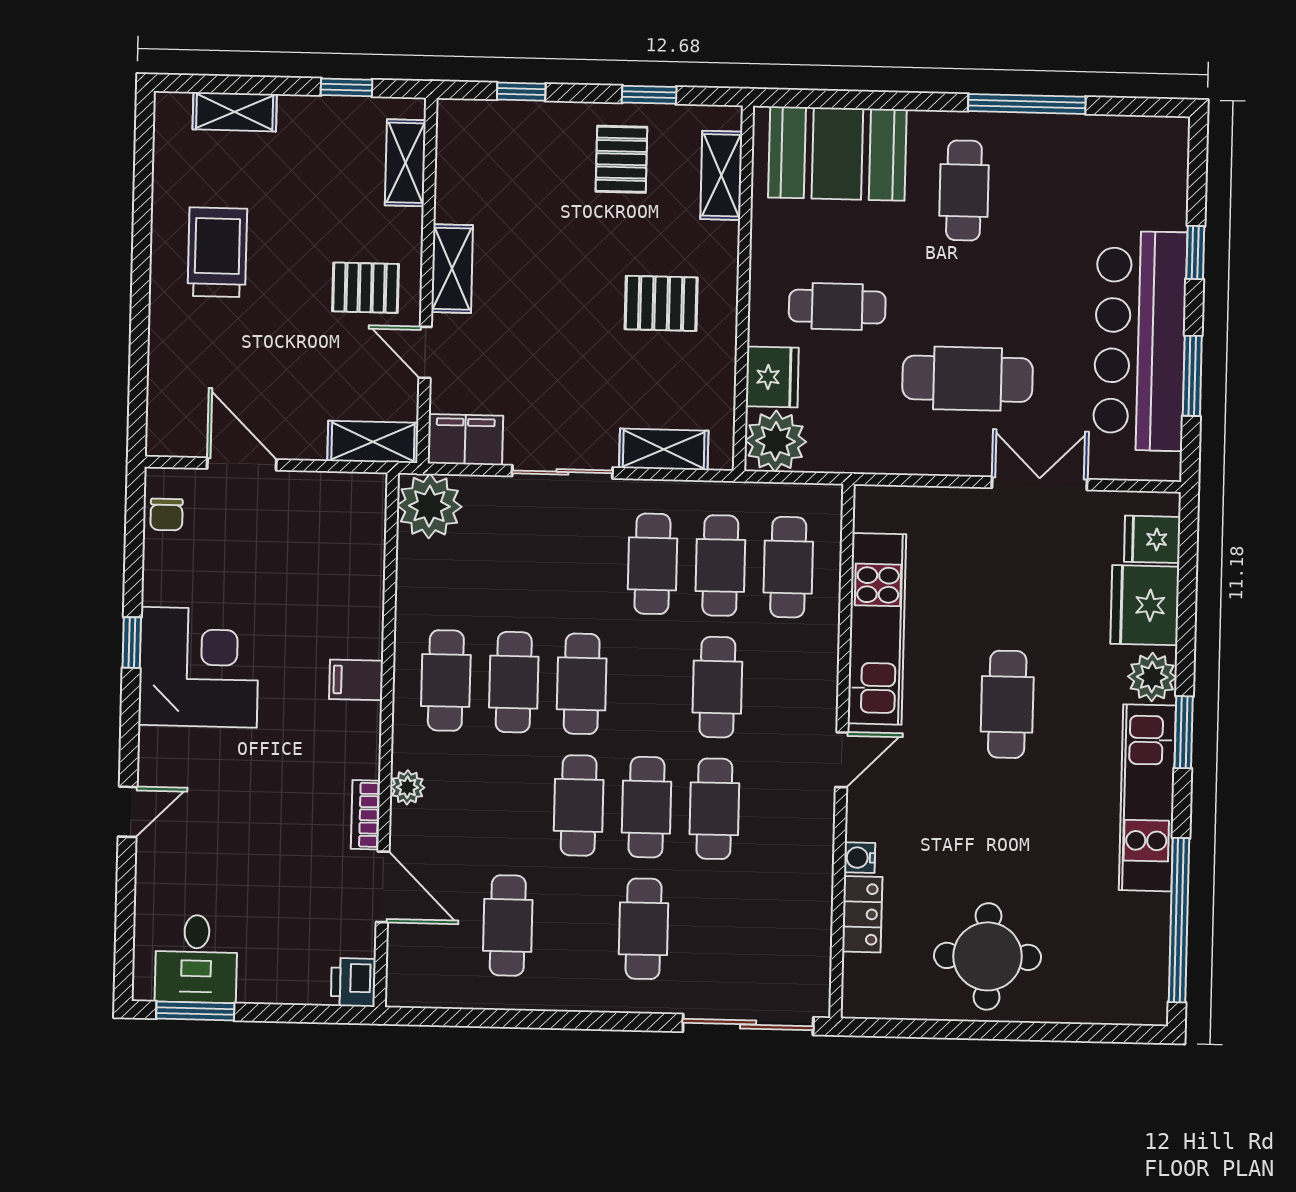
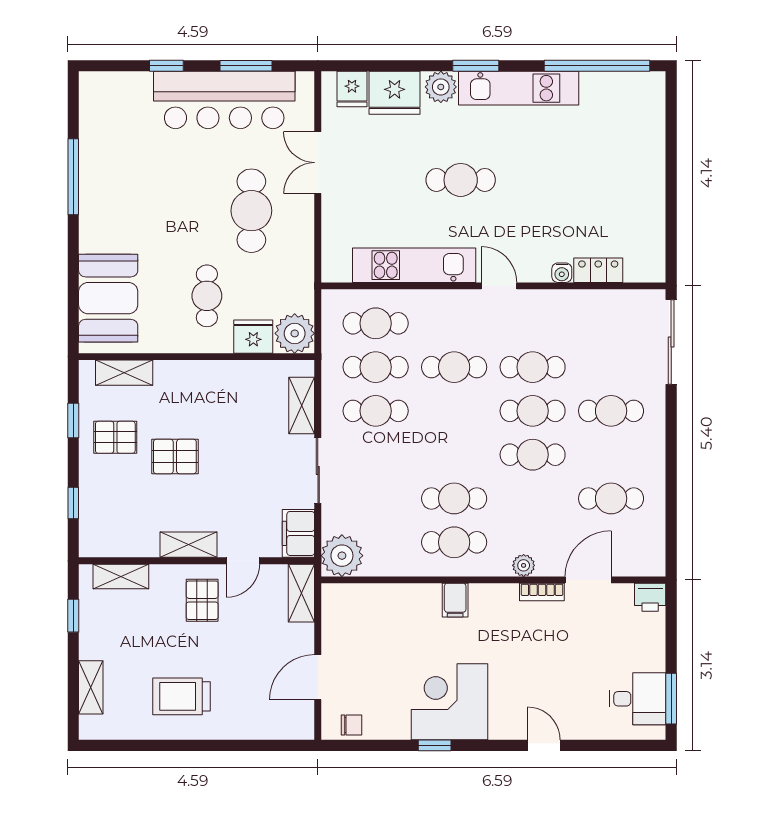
cafe table: (964, 190) -> (130, 216), removed
pallet: (661, 303) -> (175, 456), moved, turned 90
cafe table: (582, 684) -> (454, 455), removed
round table: (988, 956) -> (623, 189), removed

